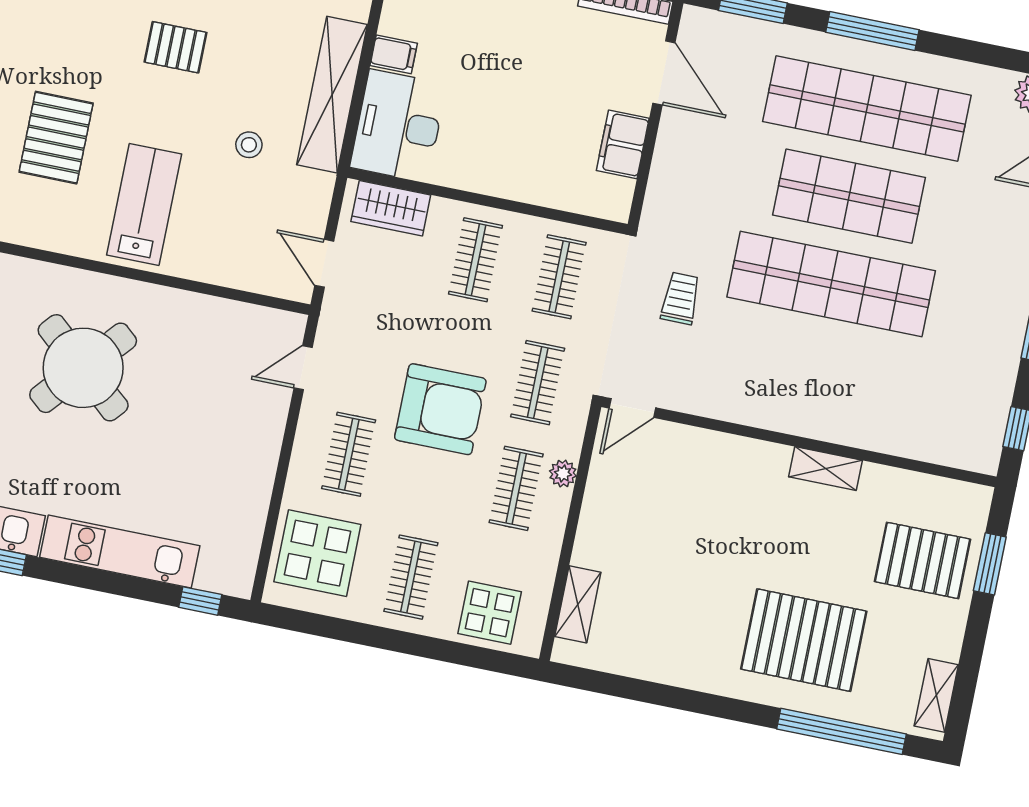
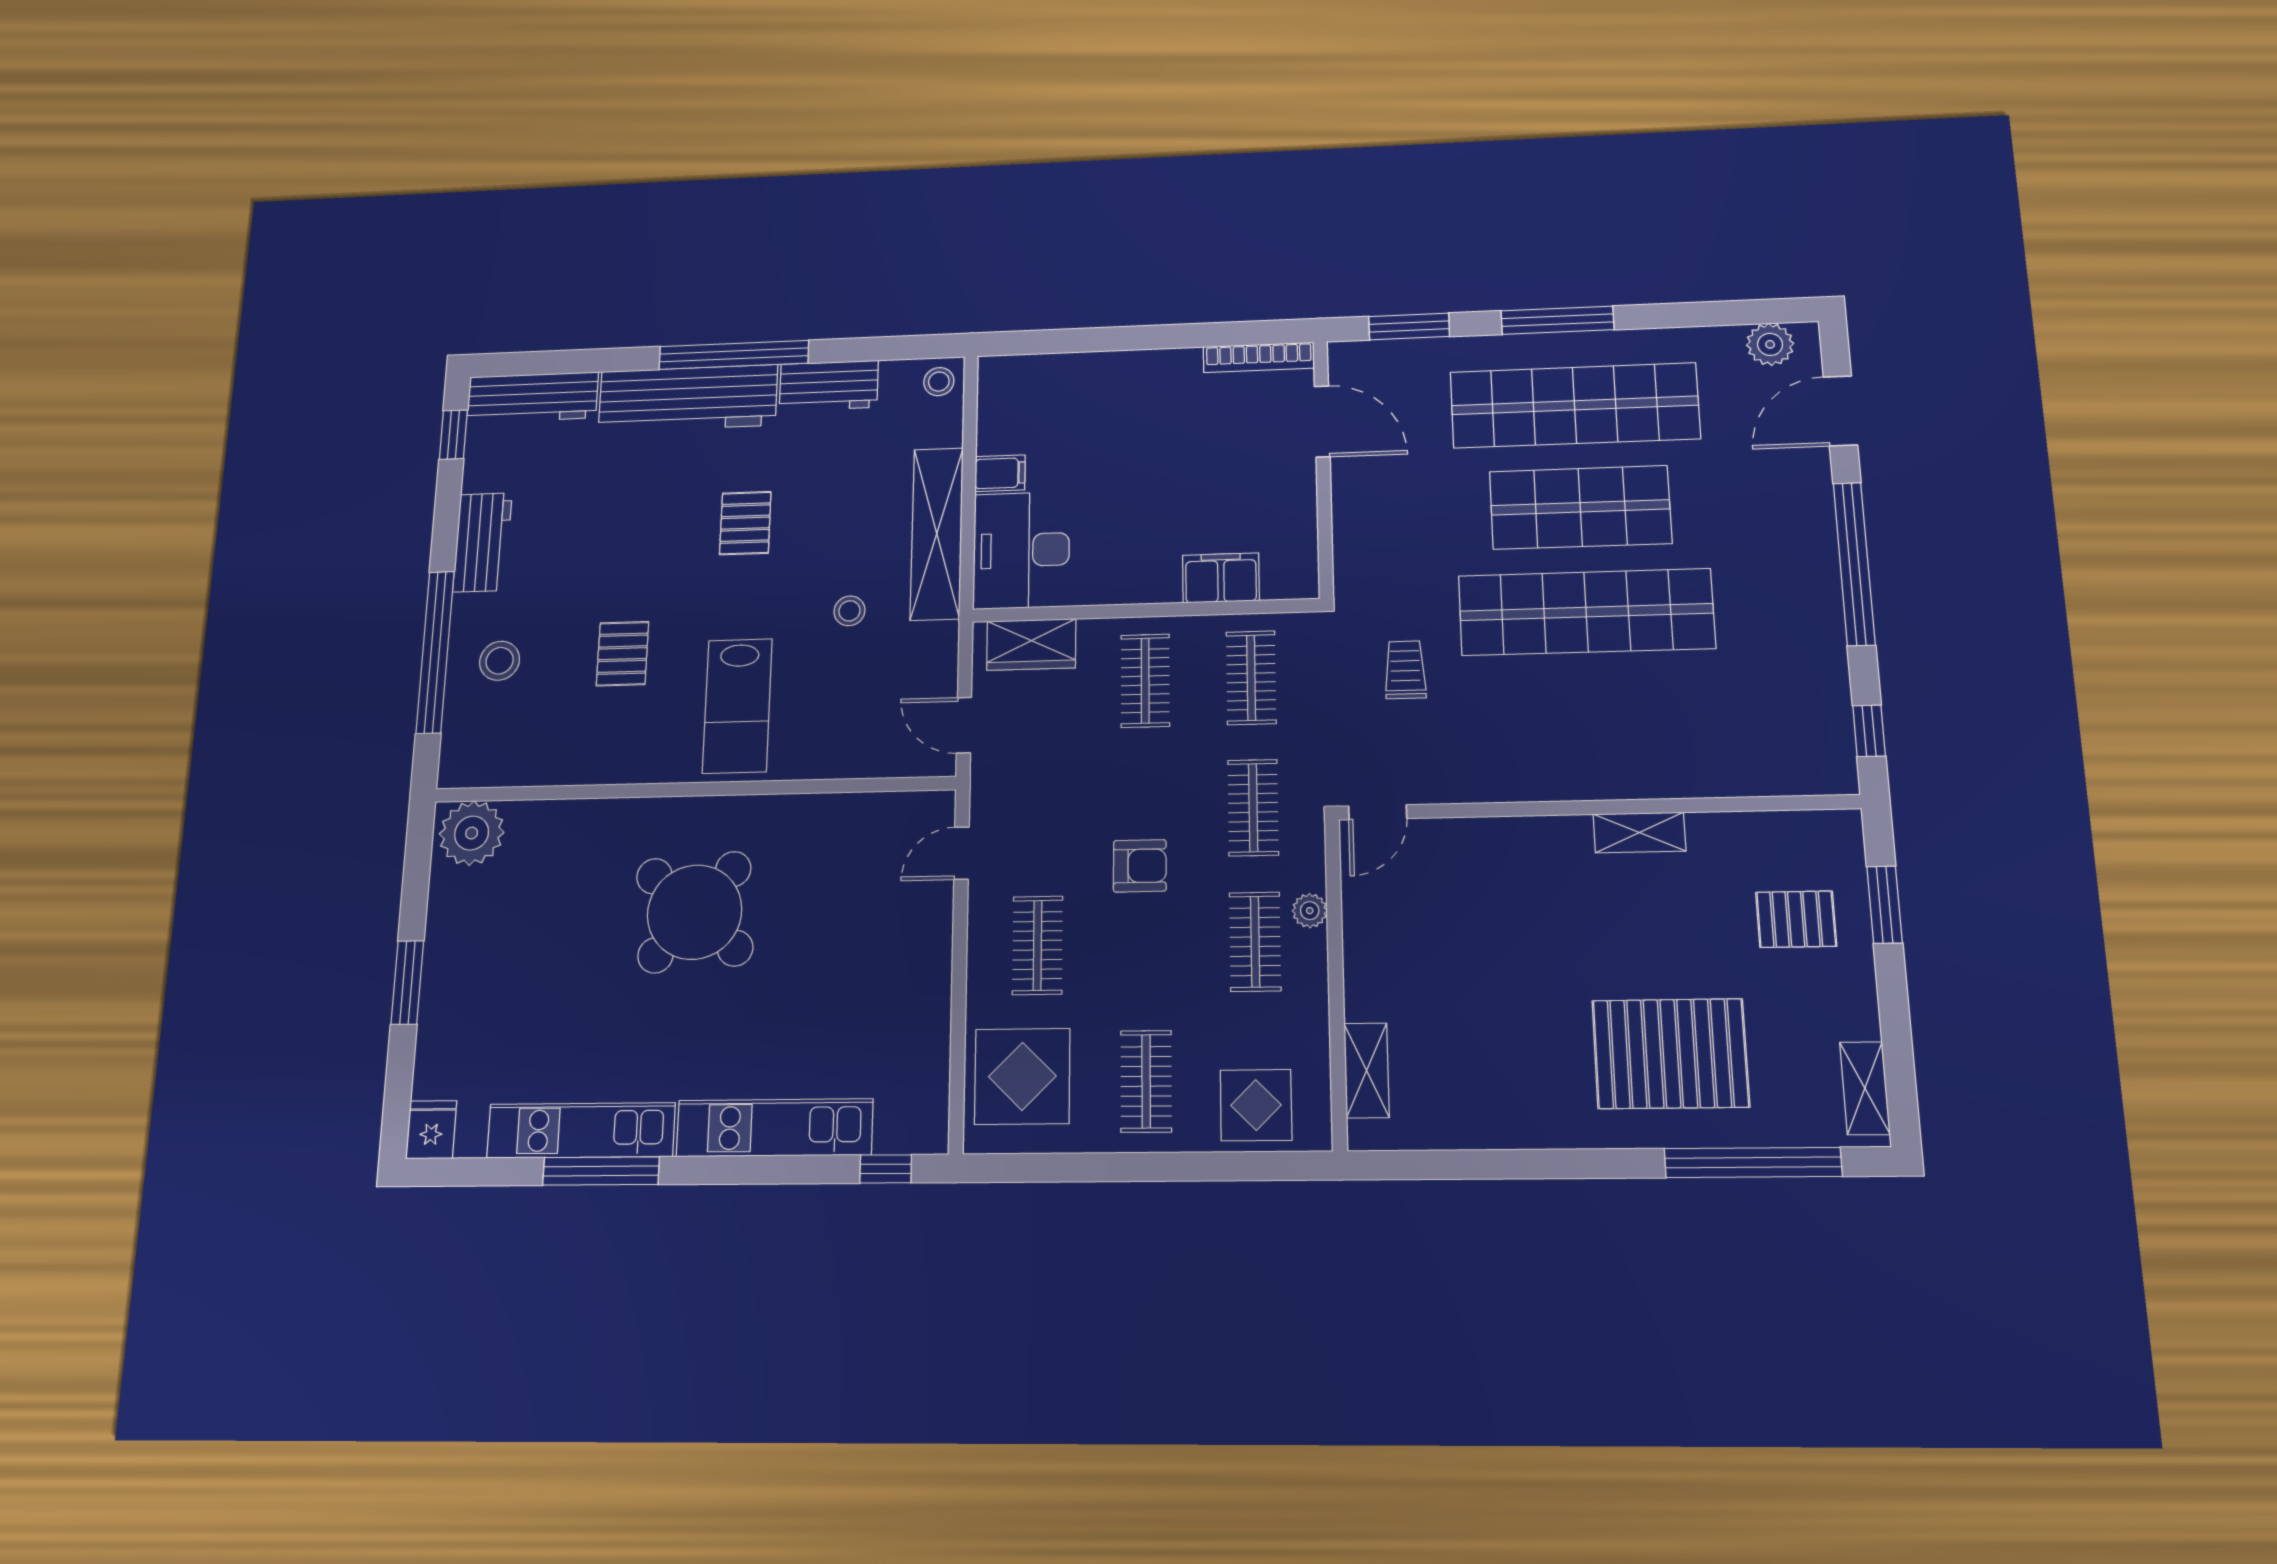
pallet: (175, 47) -> (745, 523), turned 90
pallet: (56, 138) -> (623, 654), width x0.67, depth x0.71
filing cabinet: (623, 144) -> (1221, 578), moved, turned 90
lab bench: (144, 204) -> (737, 706), turned 180
armchair: (440, 409) -> (1140, 866), width x0.53, depth x0.53
pallet: (923, 560) -> (1796, 919), width x0.67, depth x0.71

